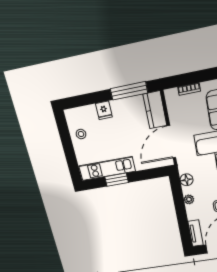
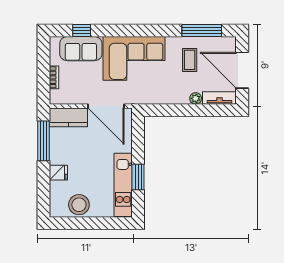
stool: (81, 134) -> (79, 205), width x1.89, depth x1.89
floor lamp: (187, 180) -> (152, 97), removed
plant: (189, 199) -> (196, 98), moved

